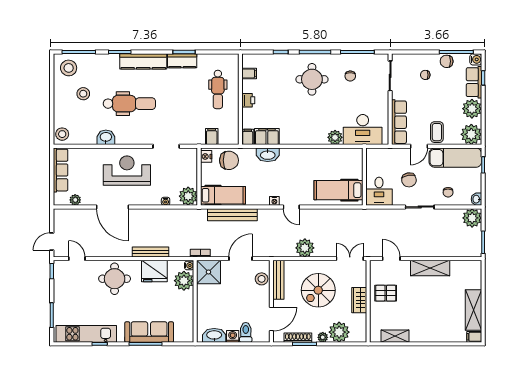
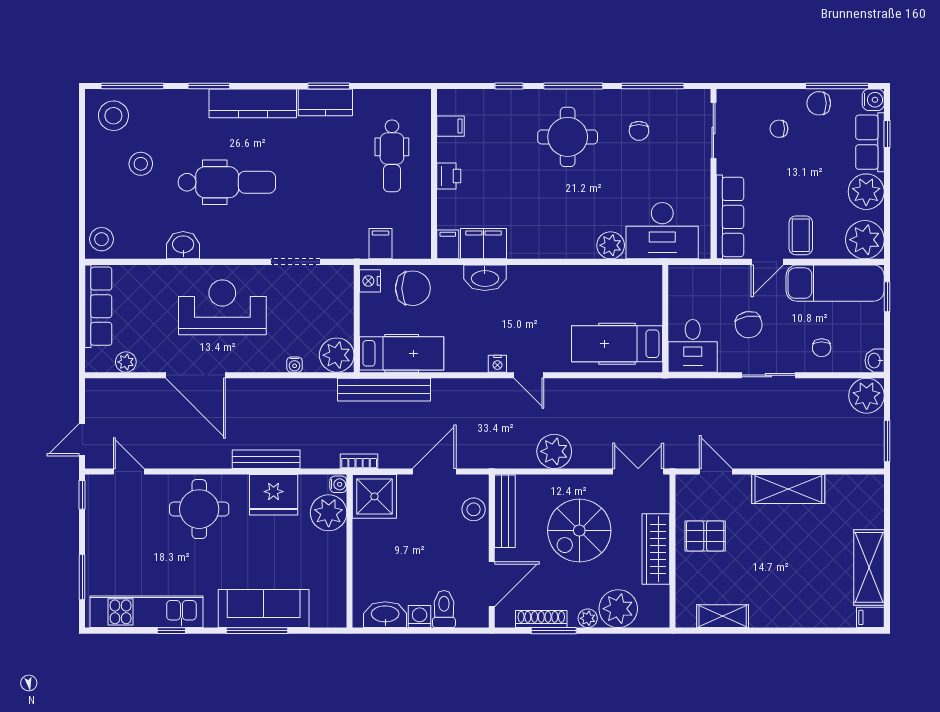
bench: (232, 215) -> (384, 390), moved
wardrobe: (359, 300) -> (656, 549), width x1.50

